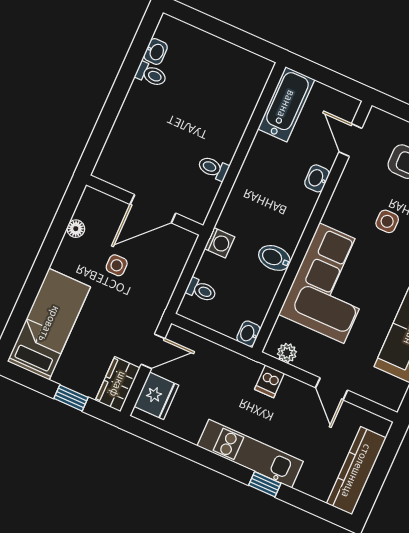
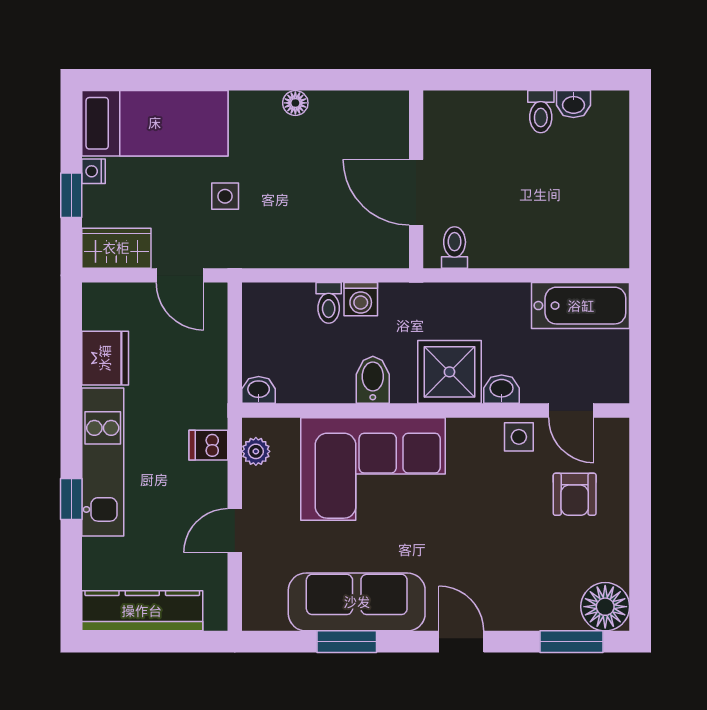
door: (350, 140) -> (571, 411), swing flipped
wall: (145, 205) -> (416, 179), moved
shower: (291, 207) -> (449, 372), added
door: (153, 209) -> (416, 192), moved
side table: (387, 221) -> (519, 437), moved
side table: (117, 265) -> (225, 196), moved
toilet: (201, 290) -> (329, 303), moved
nightstand: (62, 377) -> (93, 171), added
fridge: (156, 396) -> (105, 358), moved, turned -90

